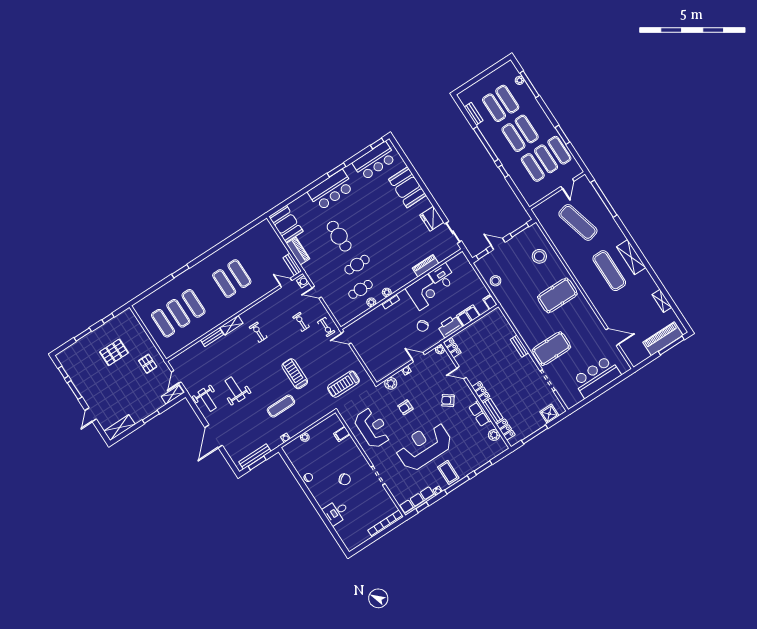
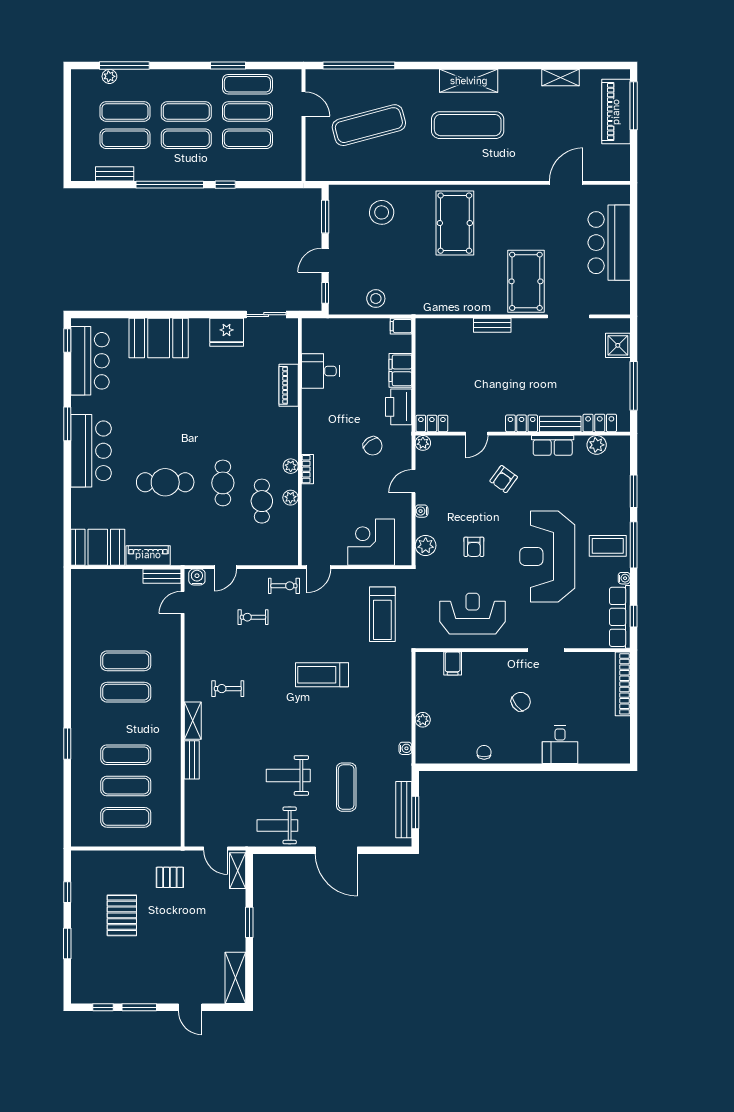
corner desk: (423, 292) -> (371, 542), moved, turned -90
weight bench: (207, 400) -> (277, 825), turned 180
exercise mat: (281, 406) -> (346, 787), moved

